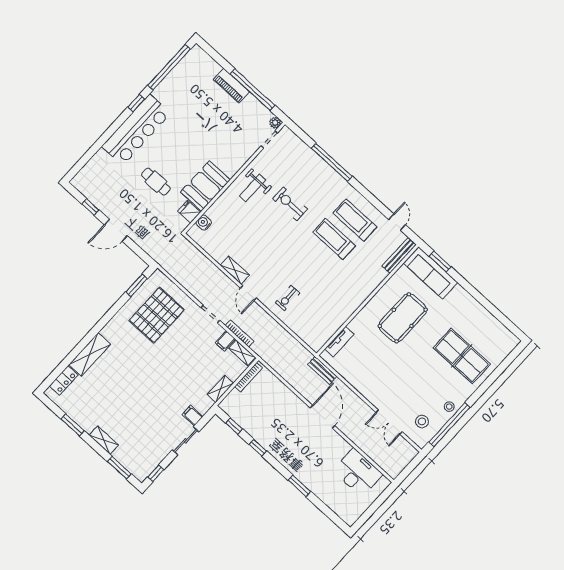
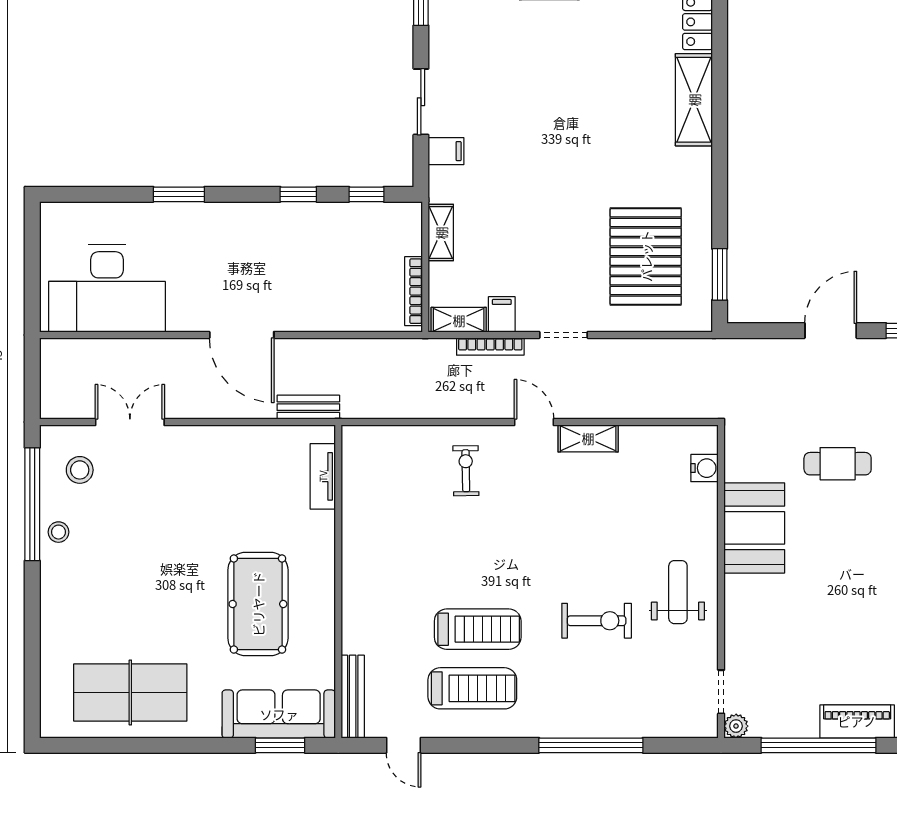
fridge: (189, 212) -> (743, 465), removed
table tennis table: (462, 356) -> (130, 692), moved
desk: (358, 472) -> (107, 288), width x1.36, depth x1.30

